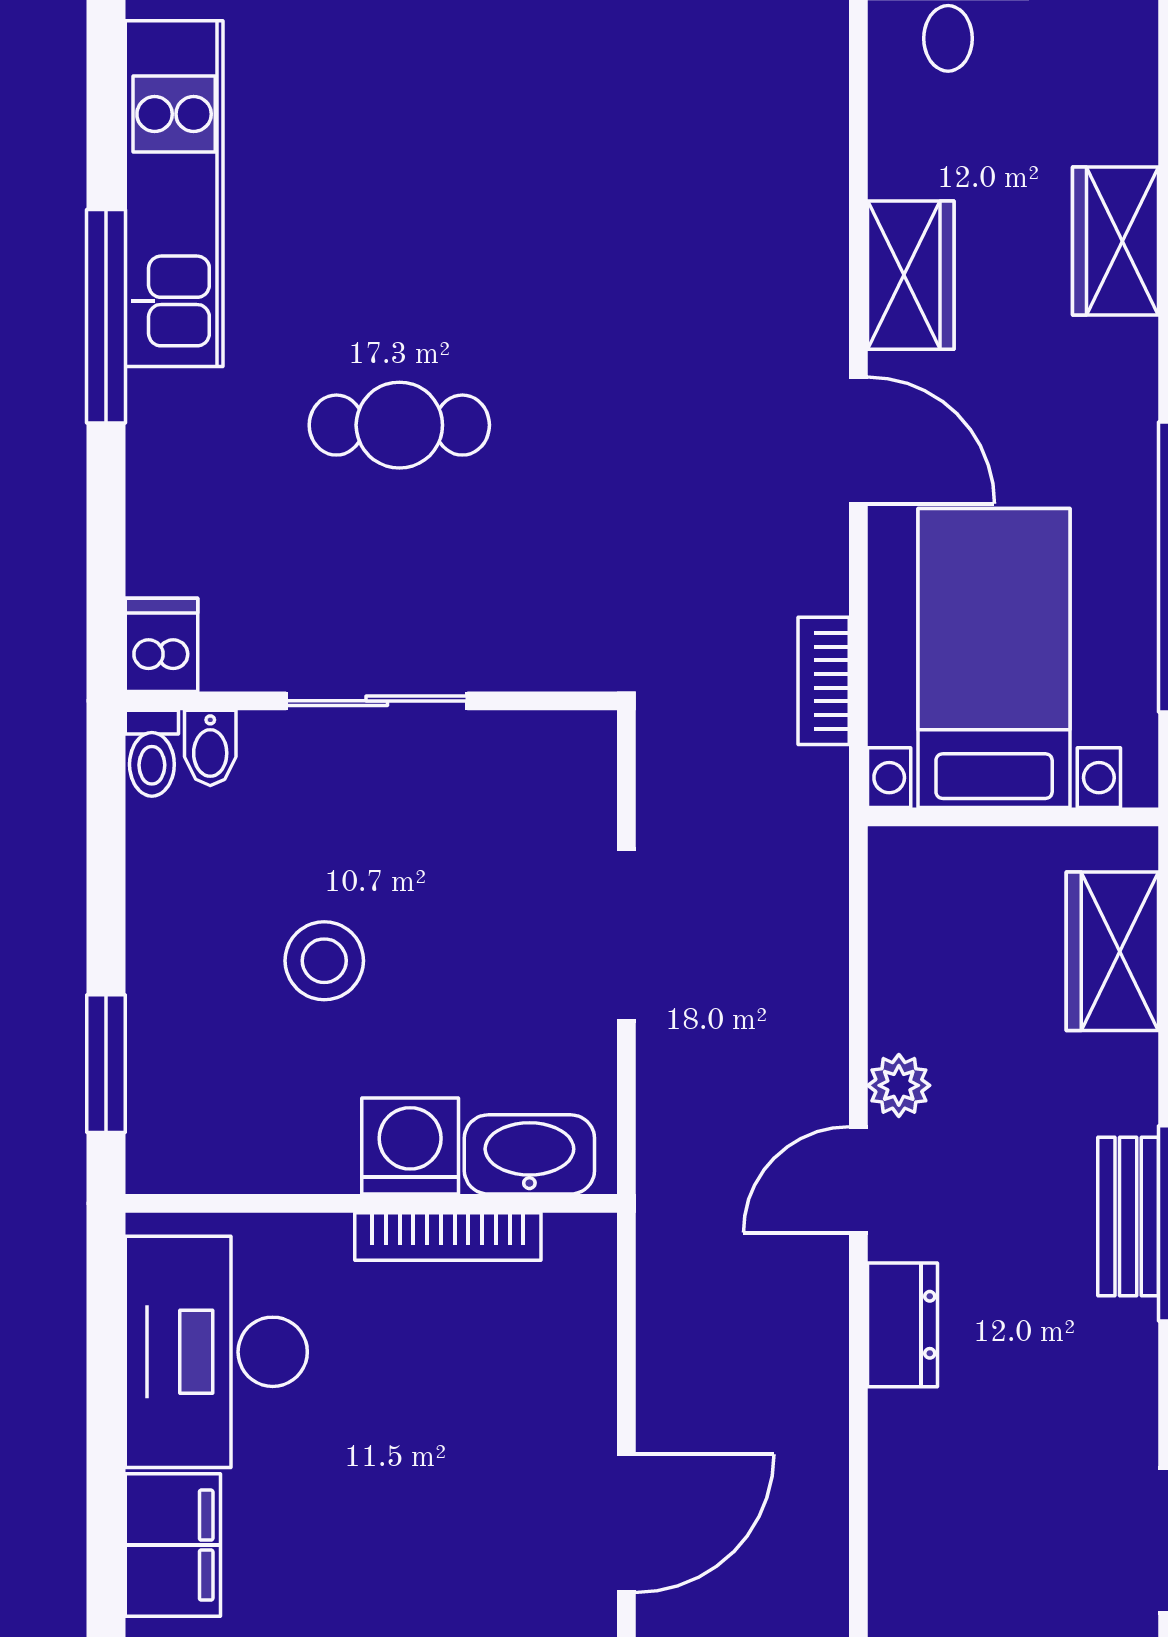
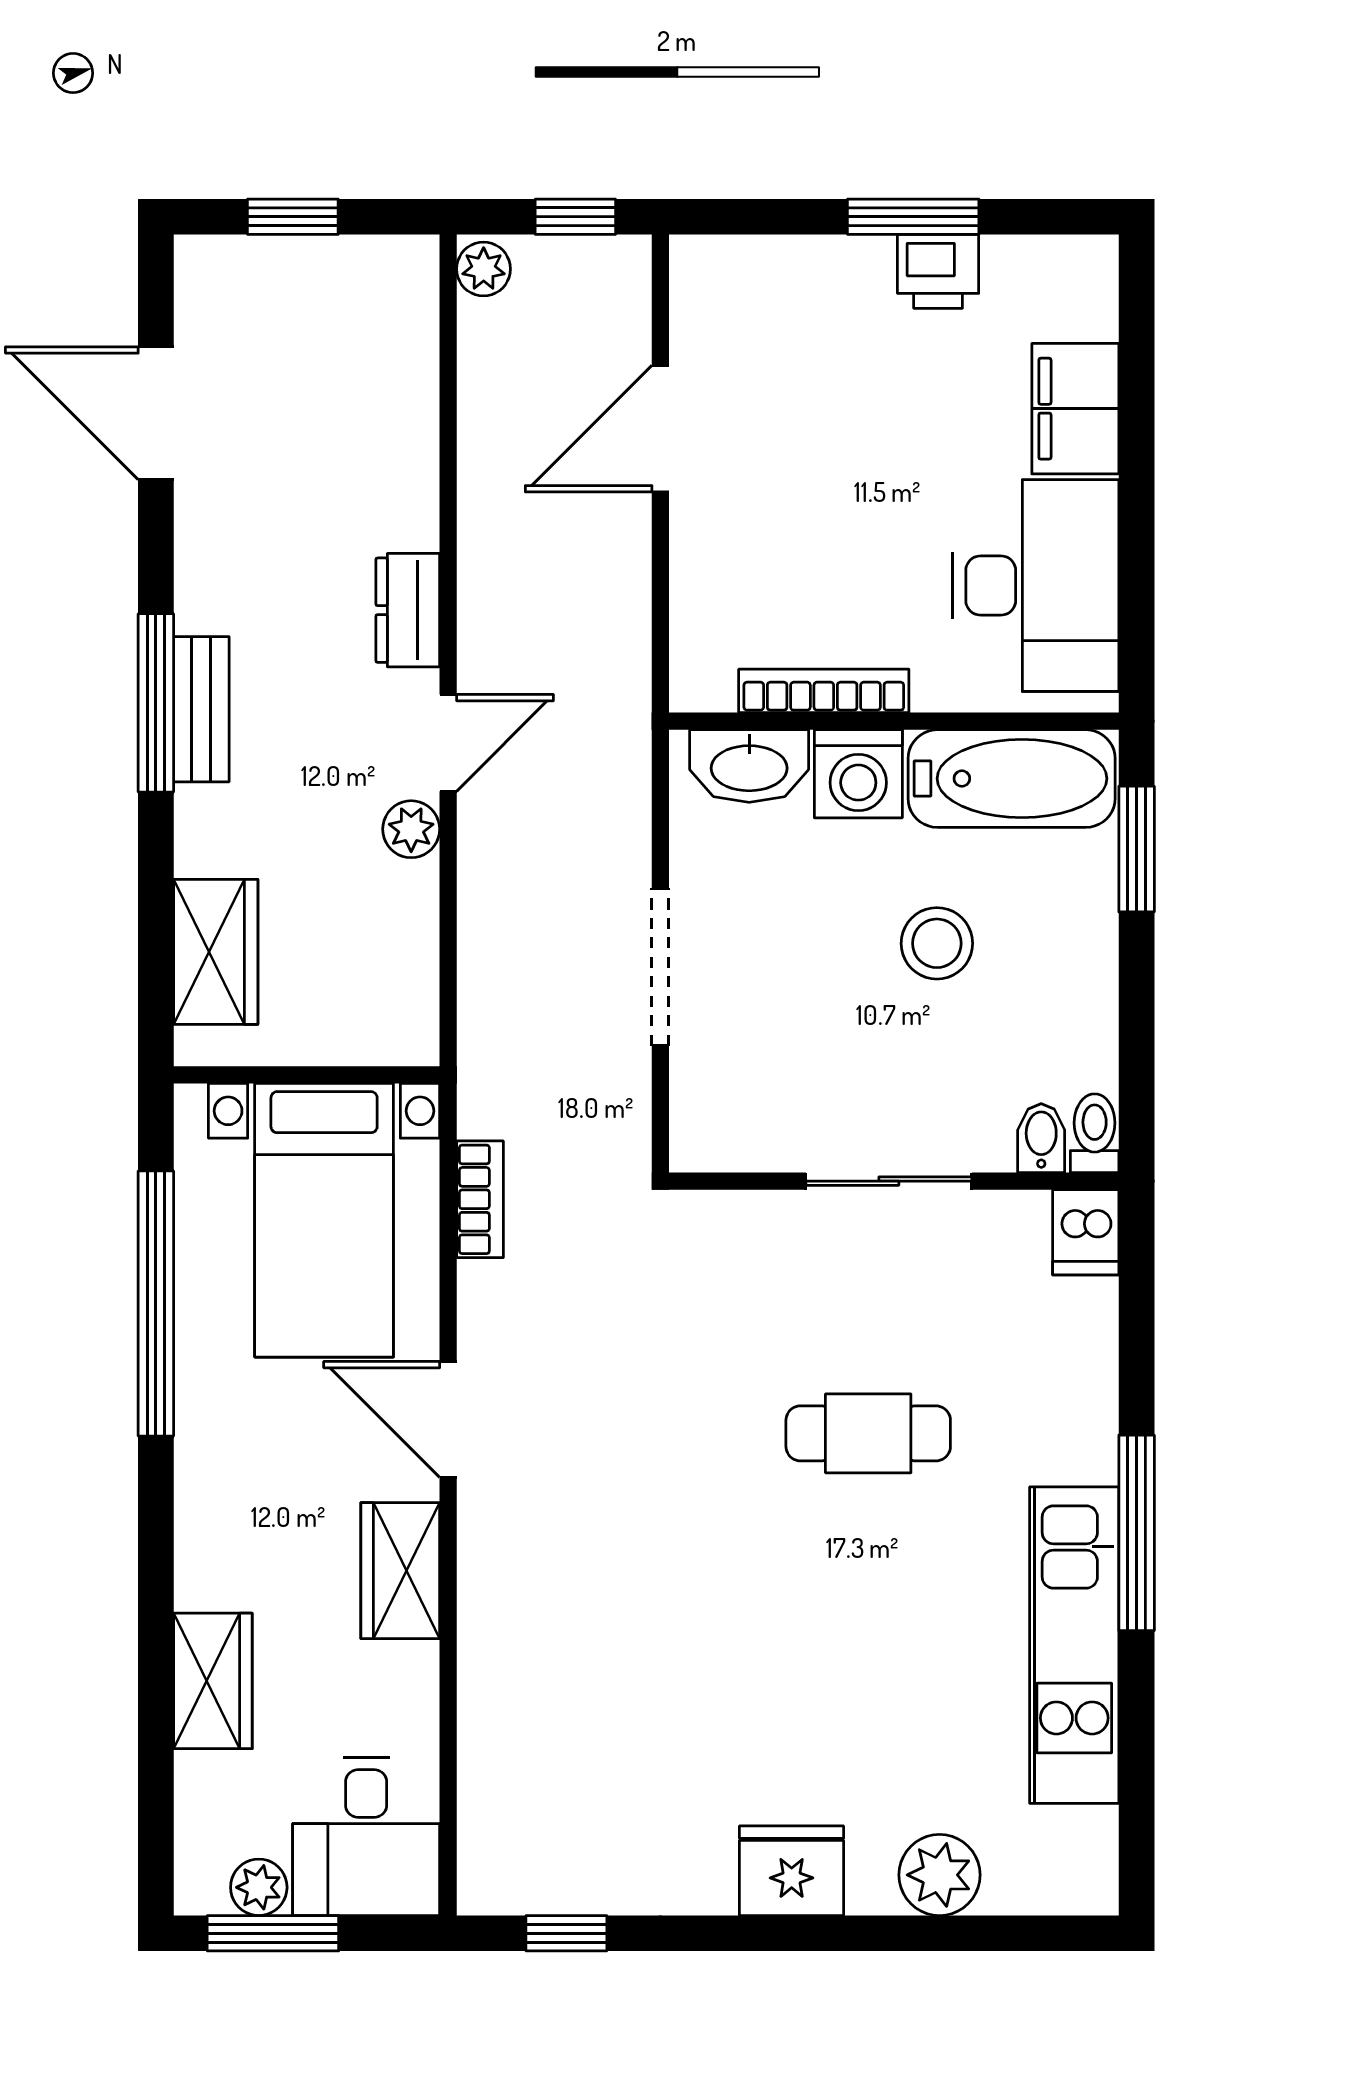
wardrobe: (1116, 241) -> (213, 1681), moved
bathtub: (243, 1141) -> (1012, 779), added

